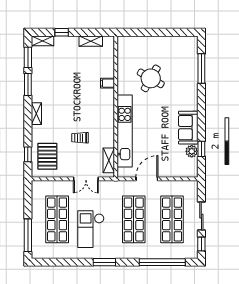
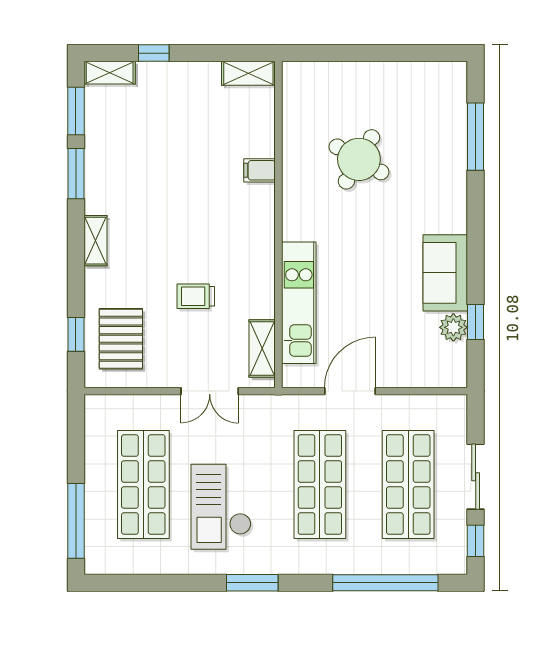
shelving: (91, 41) -> (248, 73), moved
kitchen unit: (125, 131) -> (299, 303), width x0.73

